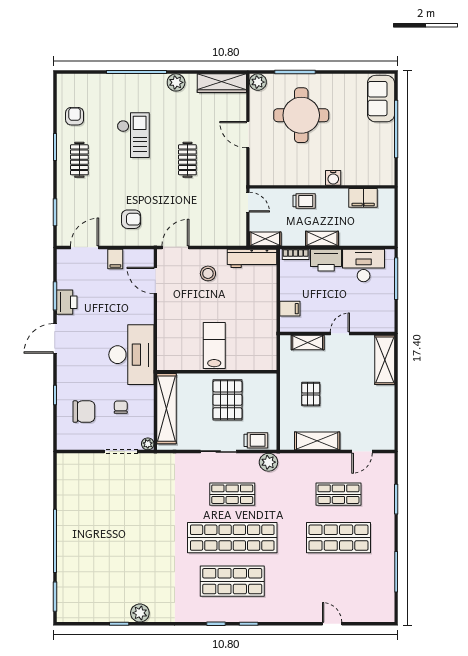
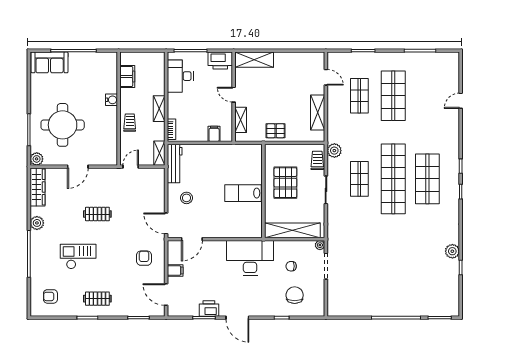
armchair: (75, 116) -> (50, 296), moved
printer: (326, 260) -> (220, 60), moved, turned 90
pallet: (311, 394) -> (276, 131), moved
pallet: (227, 400) -> (285, 183), turned 90

